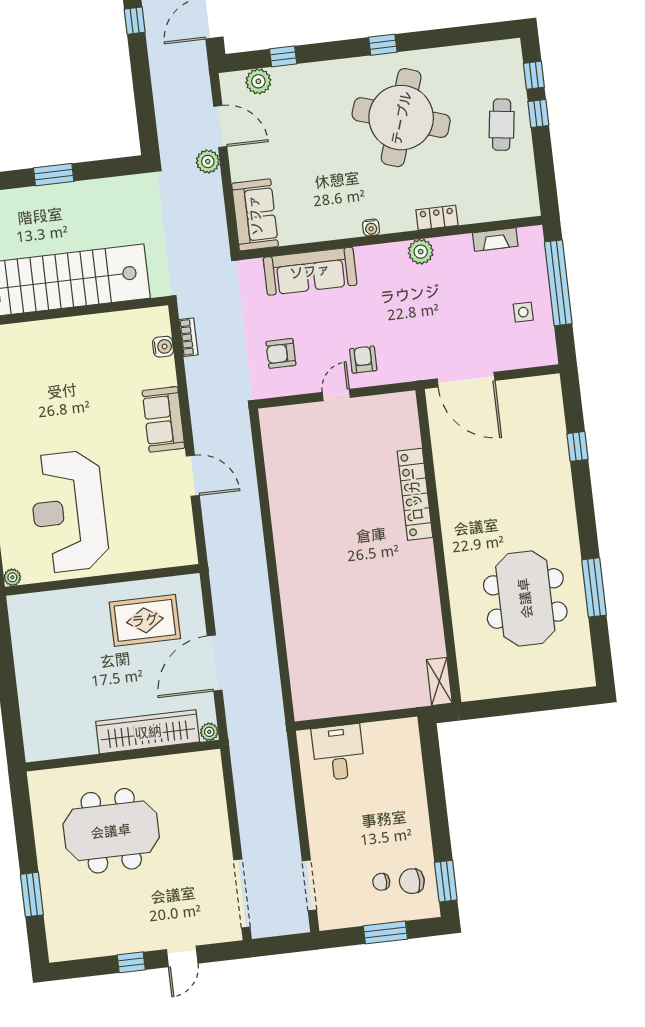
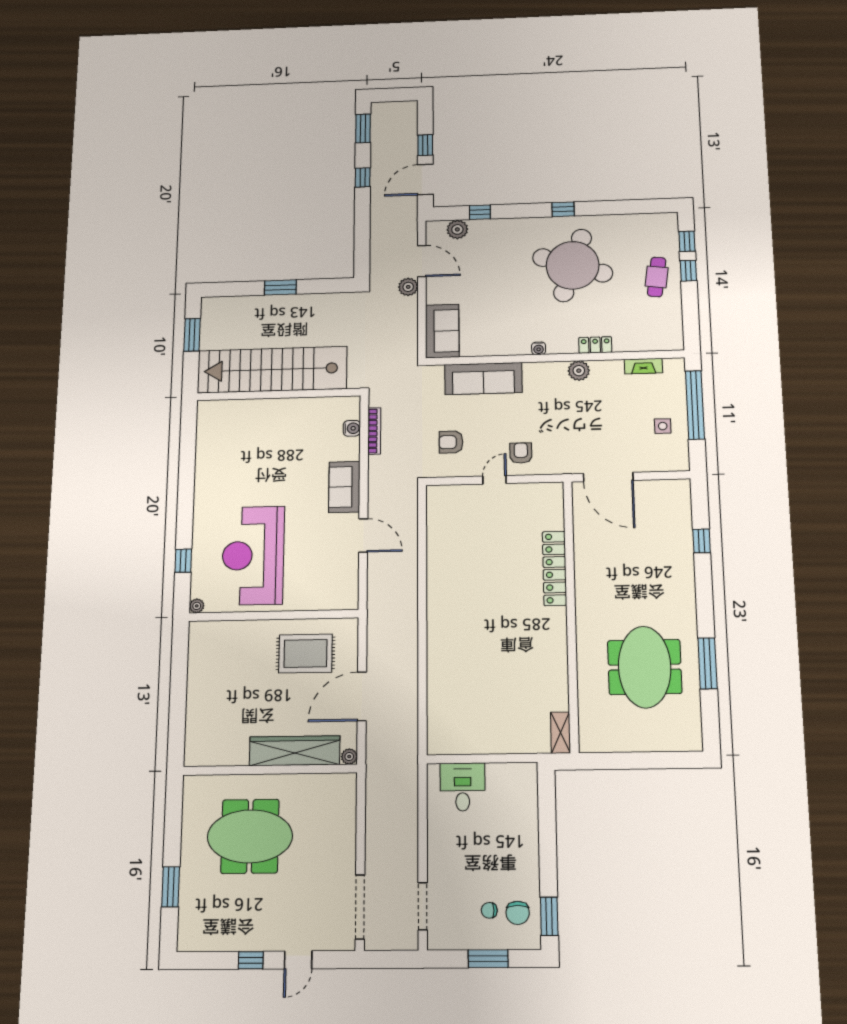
bookcase: (189, 337) -> (374, 431), width x1.56
chair: (412, 881) -> (518, 913), turned -90

